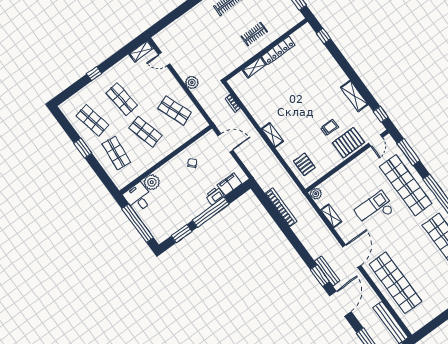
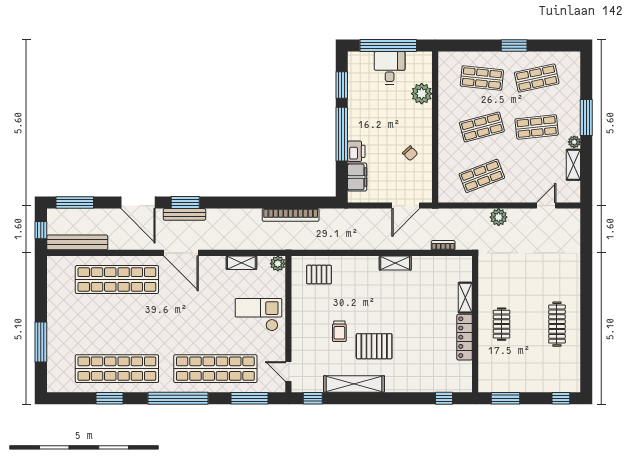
shelving: (141, 51) -> (573, 165), moved
plant: (114, 70) -> (574, 142), added
window: (94, 74) -> (586, 117), width x2.17
shelving: (354, 96) -> (354, 384), width x1.47
shelving: (272, 135) -> (395, 263), moved
pallet: (348, 143) -> (374, 346), moved, turned 90
desk: (138, 197) -> (390, 68), moved, turned -90
checkout: (375, 210) -> (258, 315), moved, turned -90

